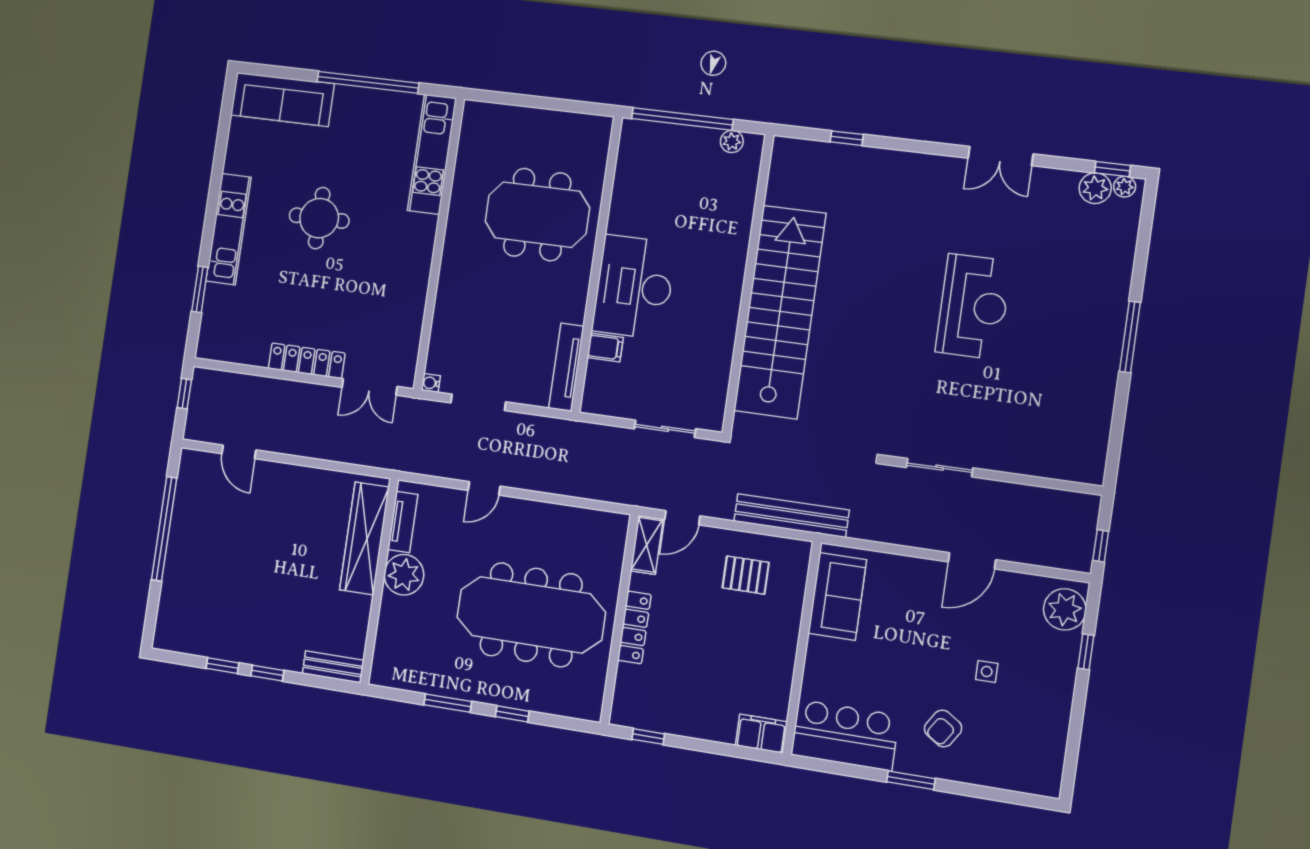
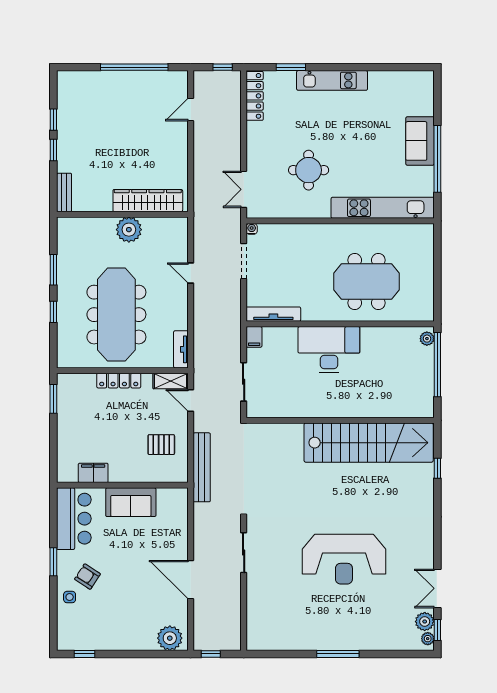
sofa: (282, 99) -> (420, 141), moved, width x0.73
plant: (732, 141) -> (427, 339), moved
kitchen unit: (432, 154) -> (383, 208), width x1.36
double door: (1001, 156) -> (437, 588), moved
meeting table: (537, 215) -> (367, 282), turned 90
round table: (319, 218) -> (309, 170), moved
reception desk: (973, 307) -> (344, 559), width x1.36, depth x1.30
stairs: (780, 312) -> (369, 443), moved
filing cabinet: (605, 347) -> (254, 337), moved
locker: (307, 361) -> (255, 96), moved
tv unit: (403, 522) -> (181, 349), moved, turned 90
door: (972, 561) -> (191, 580), width x1.36
pallet: (746, 575) -> (161, 445), turned 90
sofa: (837, 597) -> (131, 502), moved
window: (1086, 652) -> (85, 654), moved
side table: (987, 671) -> (70, 597), moved
filing cabinet: (761, 734) -> (93, 473), moved, turned -90
window: (648, 737) -> (53, 399), width x1.50

